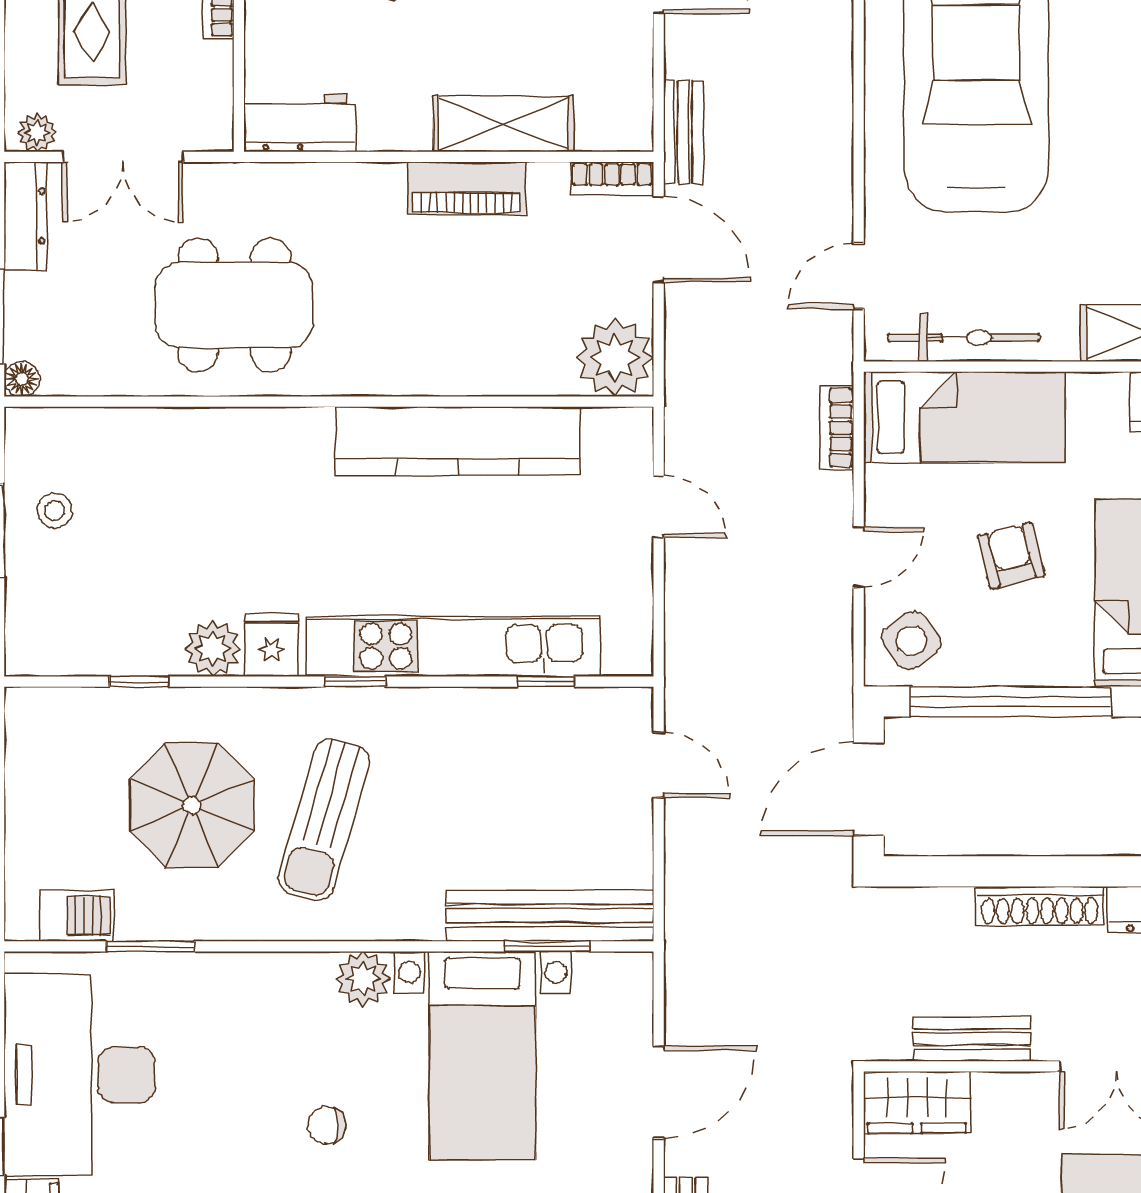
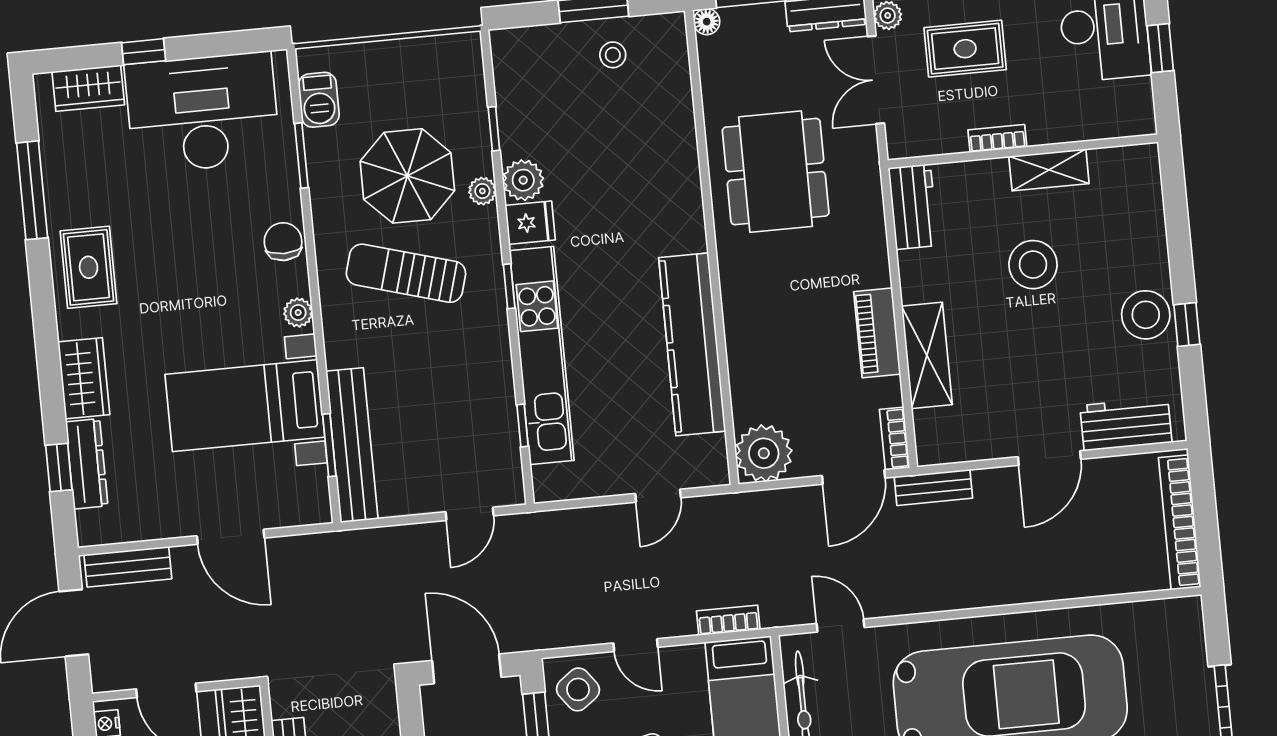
plant: (222, 705) -> (482, 191), added
plant: (363, 979) -> (298, 313), width x0.73, depth x0.73
chair: (327, 1125) -> (283, 242), moved, width x1.37, depth x1.37

